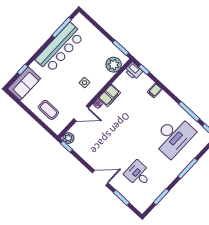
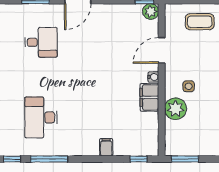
plant: (114, 65) -> (175, 109), moved
printer: (134, 71) -> (148, 147), removed
desk: (174, 136) -> (41, 117), width x0.73, depth x0.77

